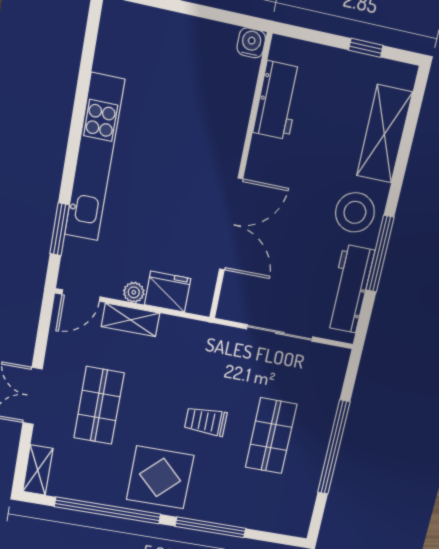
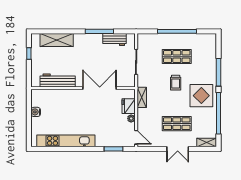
water cooler: (251, 43) -> (36, 112), moved
workbench: (278, 100) -> (58, 80), width x1.38
kitchen unit: (94, 158) -> (66, 141), moved
stool: (355, 212) -> (86, 44), removed
workbench: (350, 289) -> (115, 39), width x0.73
shelving: (131, 320) -> (142, 97), moved

